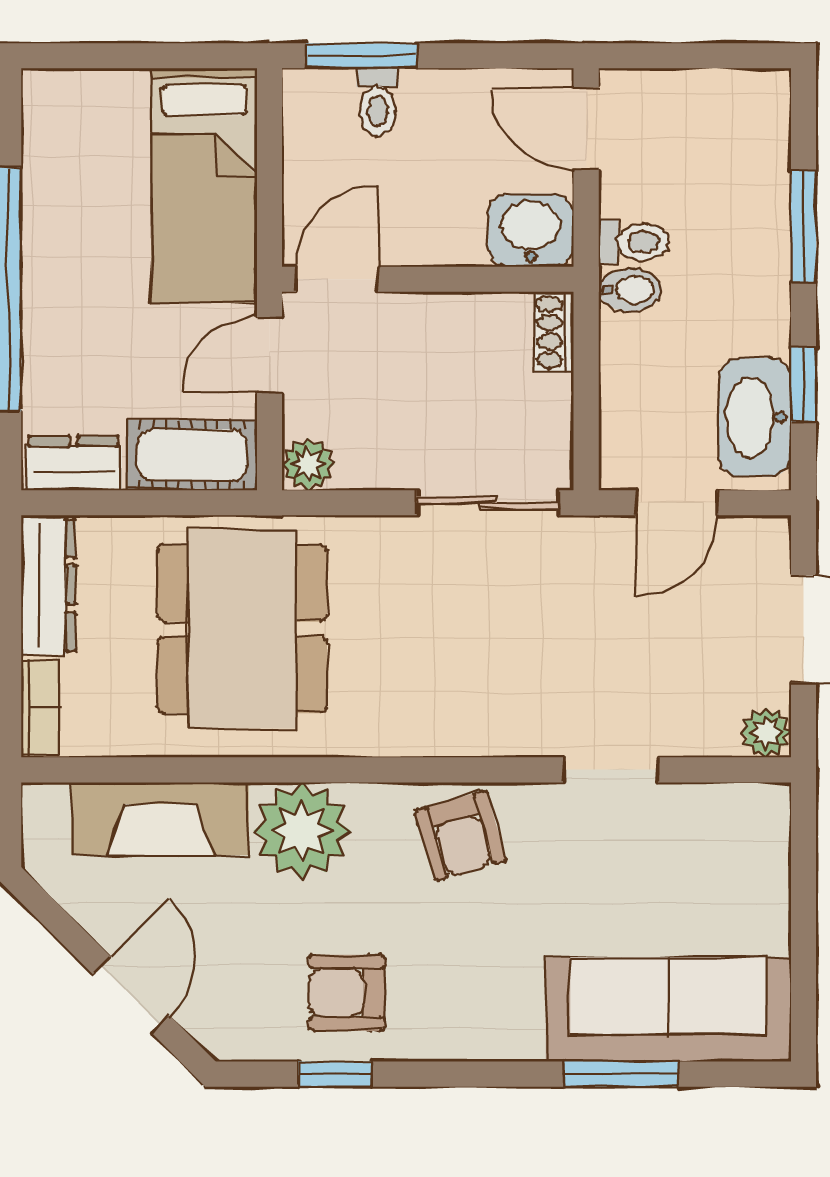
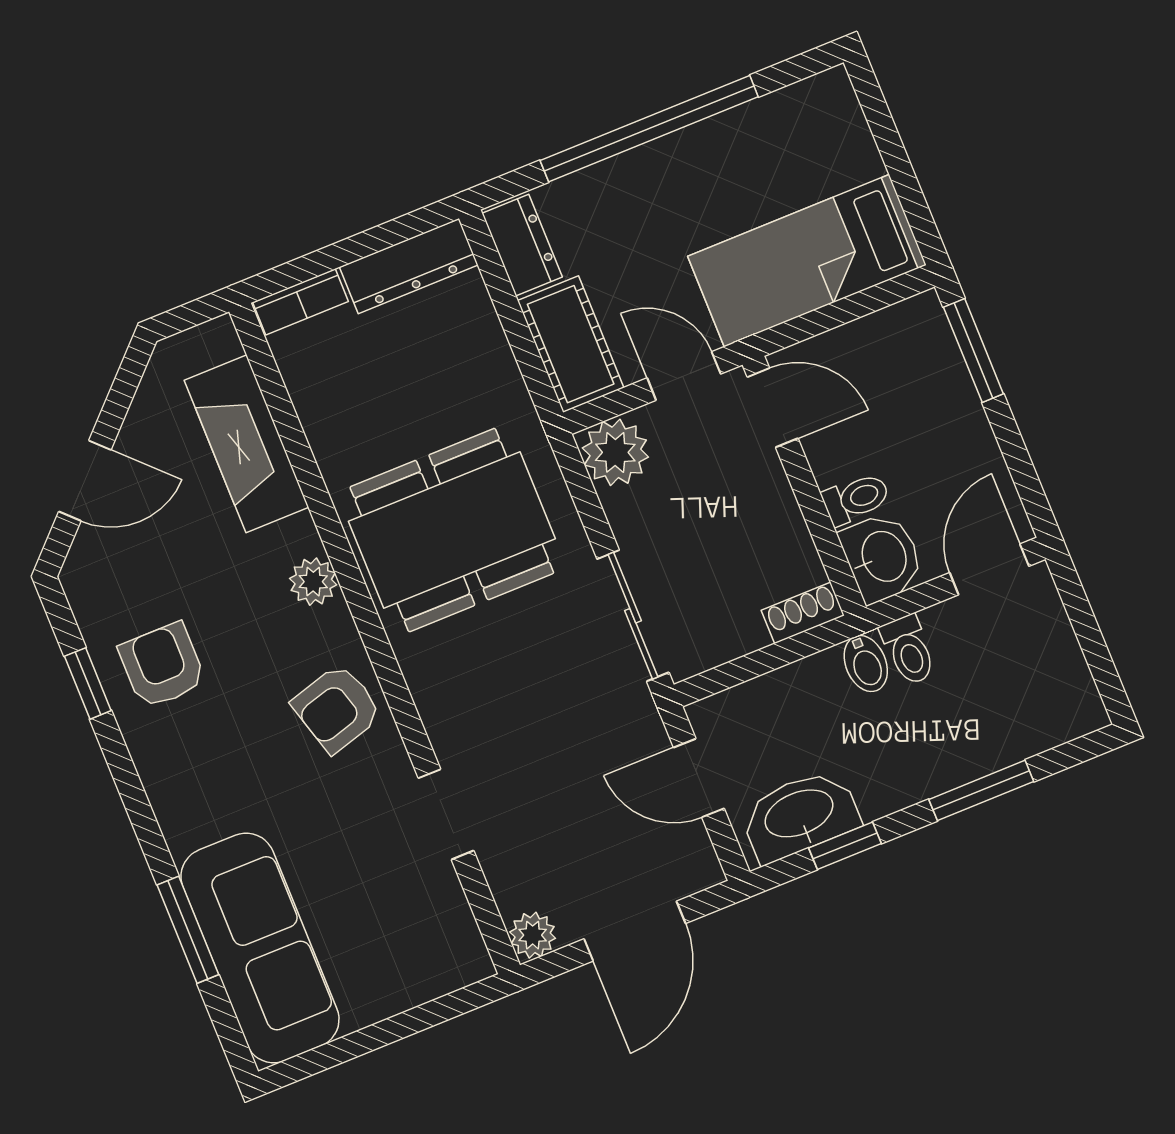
toilet: (378, 102) -> (856, 499), moved, turned 180
plant: (308, 464) -> (615, 452), width x1.38, depth x1.38
dining table: (242, 629) -> (452, 530), moved
plant: (302, 831) -> (313, 582), width x0.53, depth x0.53

